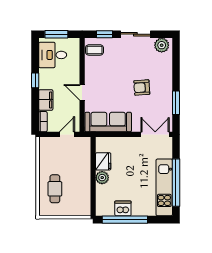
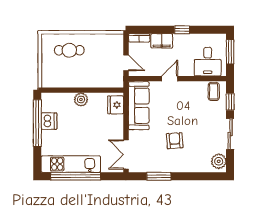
desk: (53, 55) -> (208, 62), moved, turned 180
double door: (155, 134) -> (126, 155), swing flipped
fridge: (103, 161) -> (116, 105), moved, turned 90

